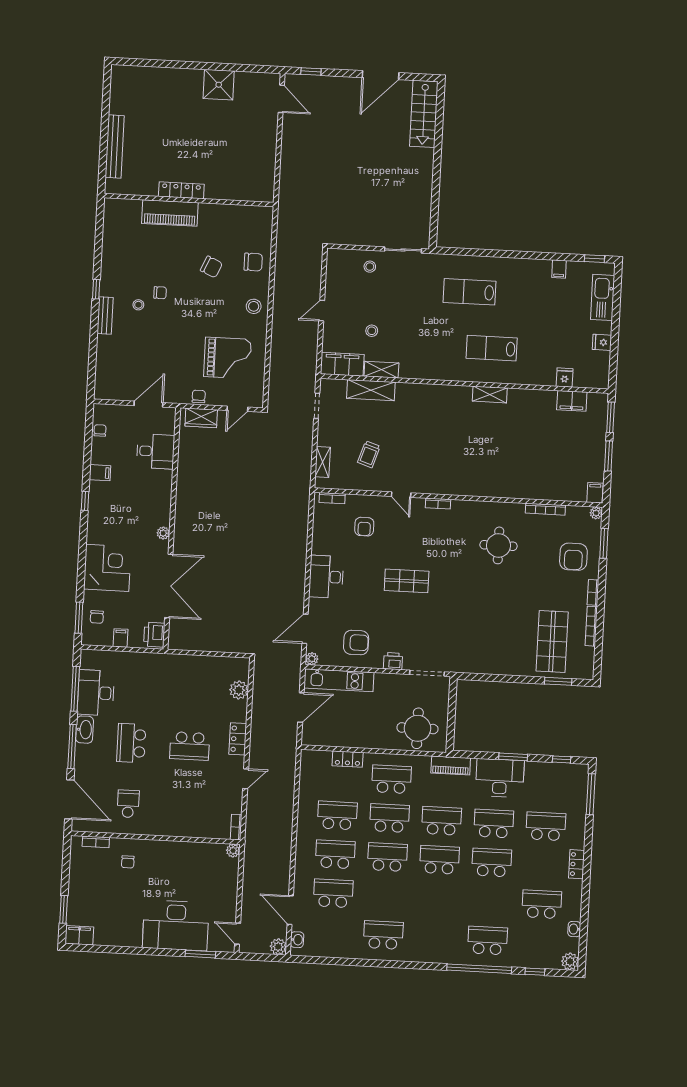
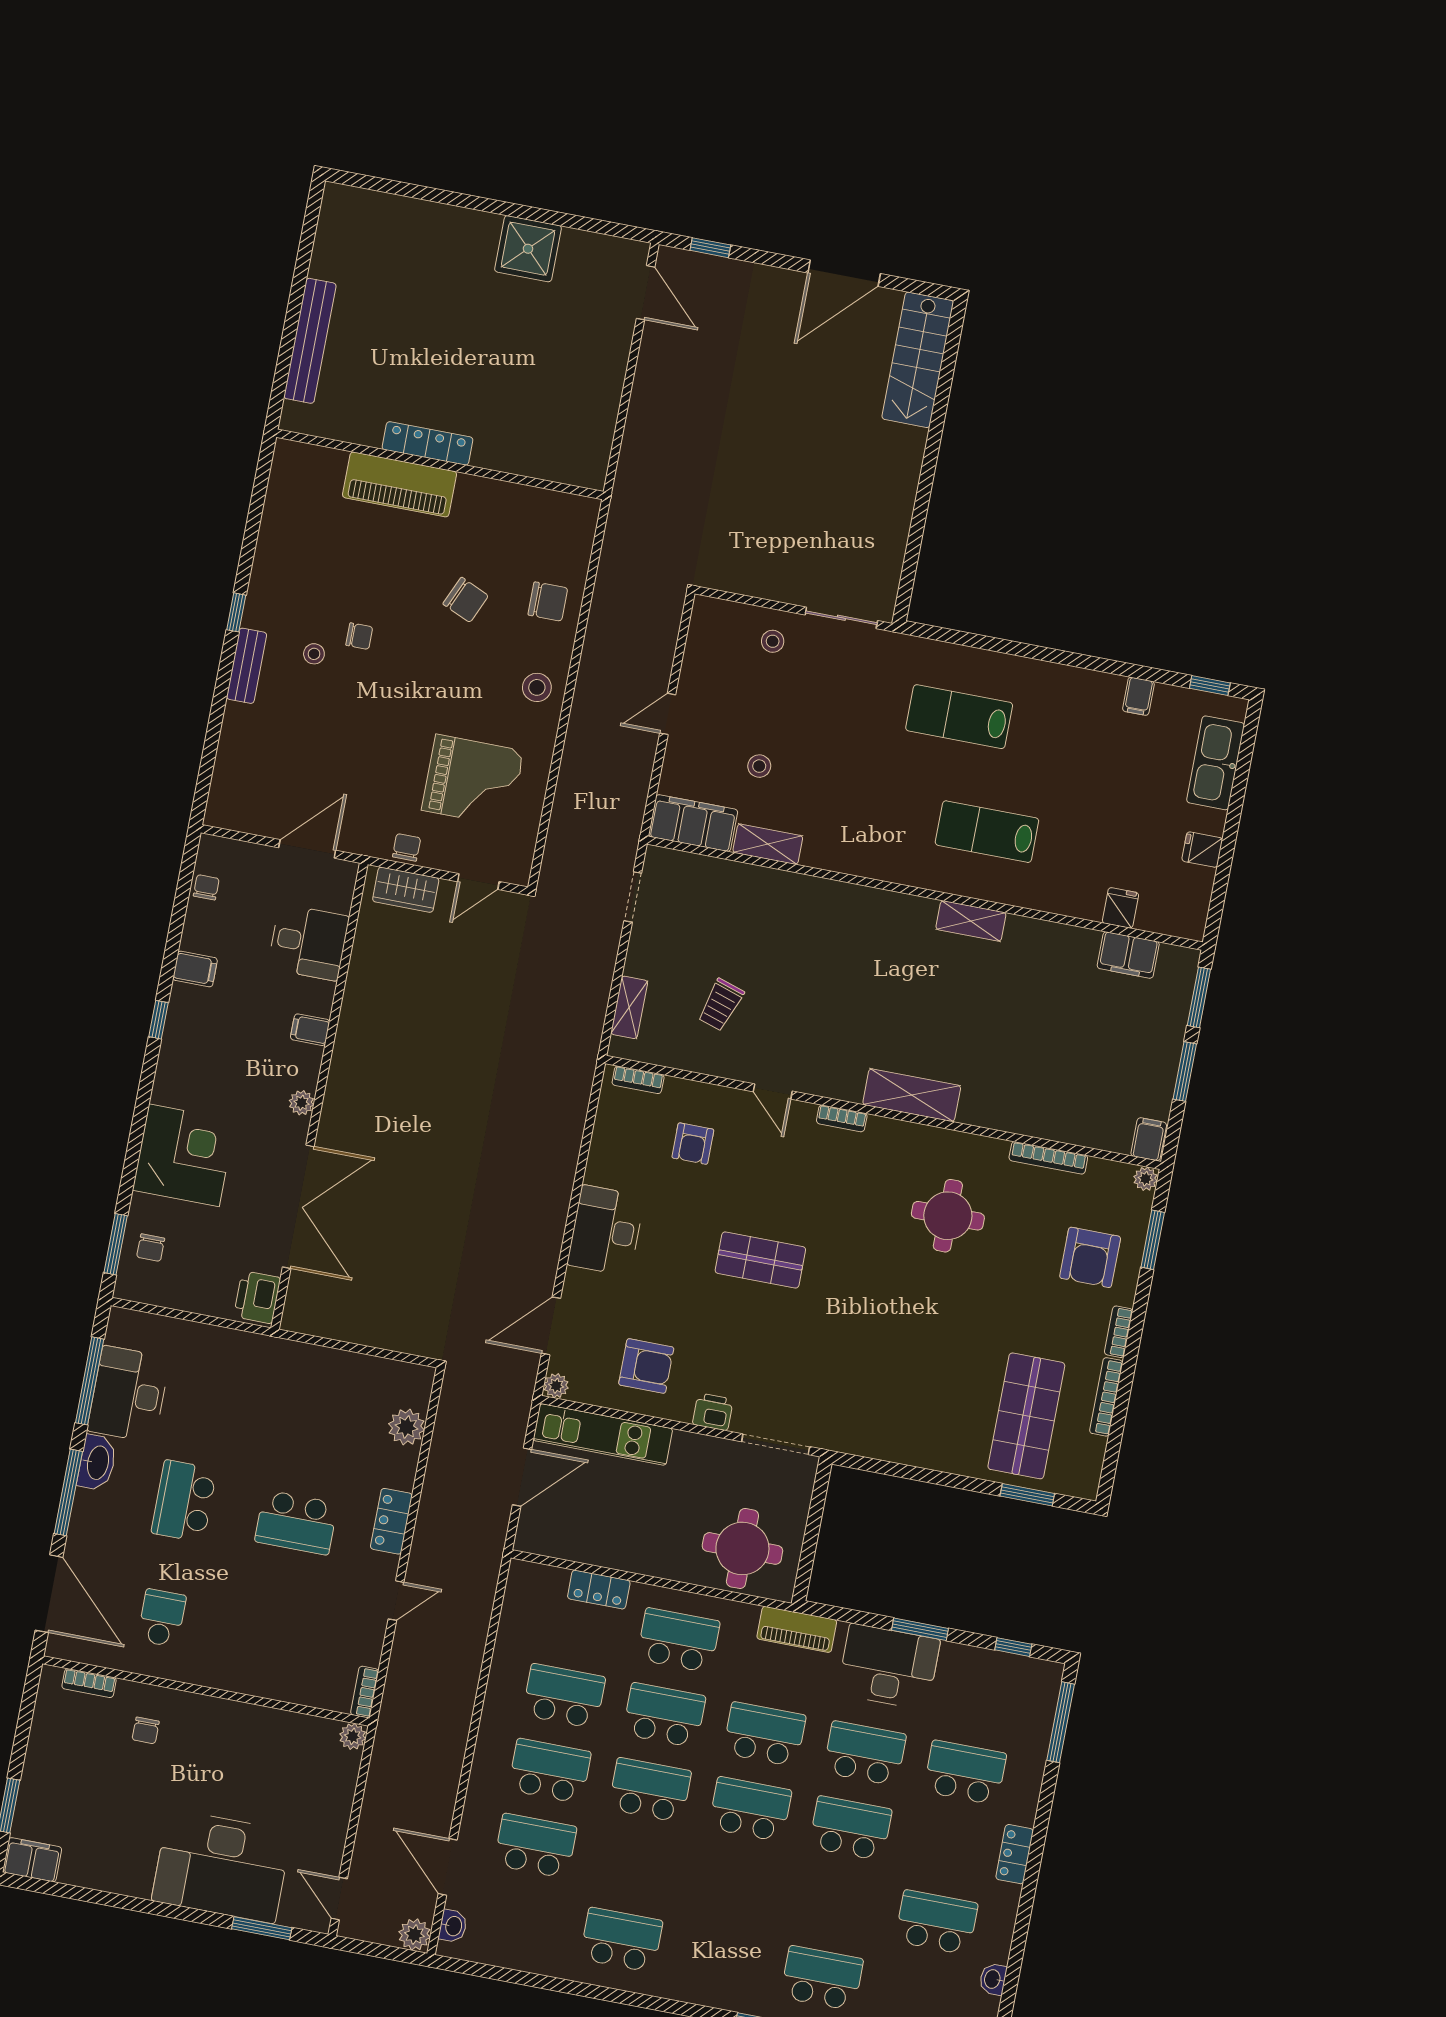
shelving: (371, 390) -> (912, 1095), moved
filing cabinet: (121, 638) -> (310, 1030), moved, turned -90

